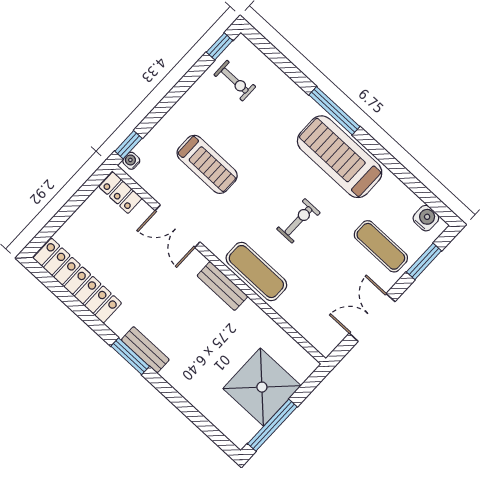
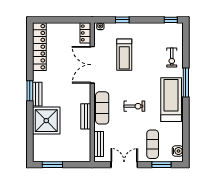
exercise bike: (235, 81) -> (172, 57), moved
window: (128, 145) -> (122, 20), moved
double door: (178, 226) -> (92, 65), width x1.37
bench: (222, 286) -> (86, 116), moved
bench: (306, 327) -> (99, 144), added
shower: (262, 387) -> (46, 121), moved
window: (272, 425) -> (52, 165), width x0.69

